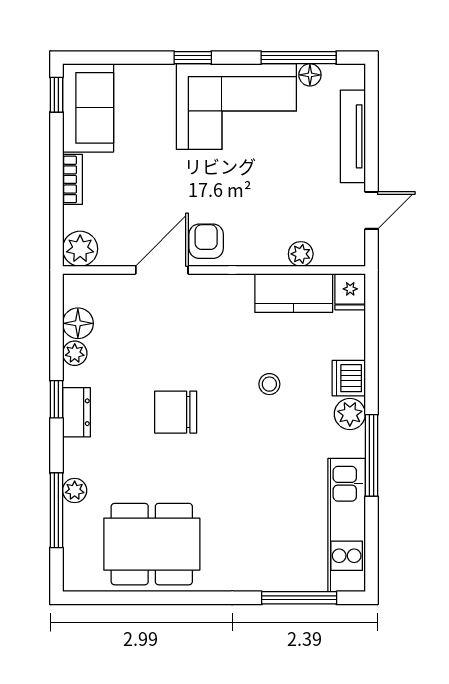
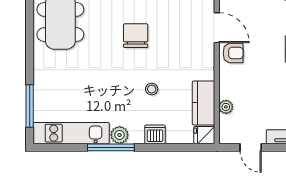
plant: (350, 414) -> (120, 135), moved

